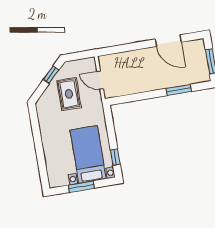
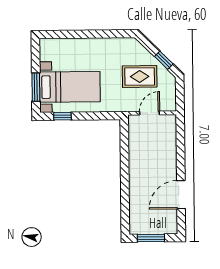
window: (179, 90) -> (125, 198), removed
window: (81, 187) -> (36, 87), moved

